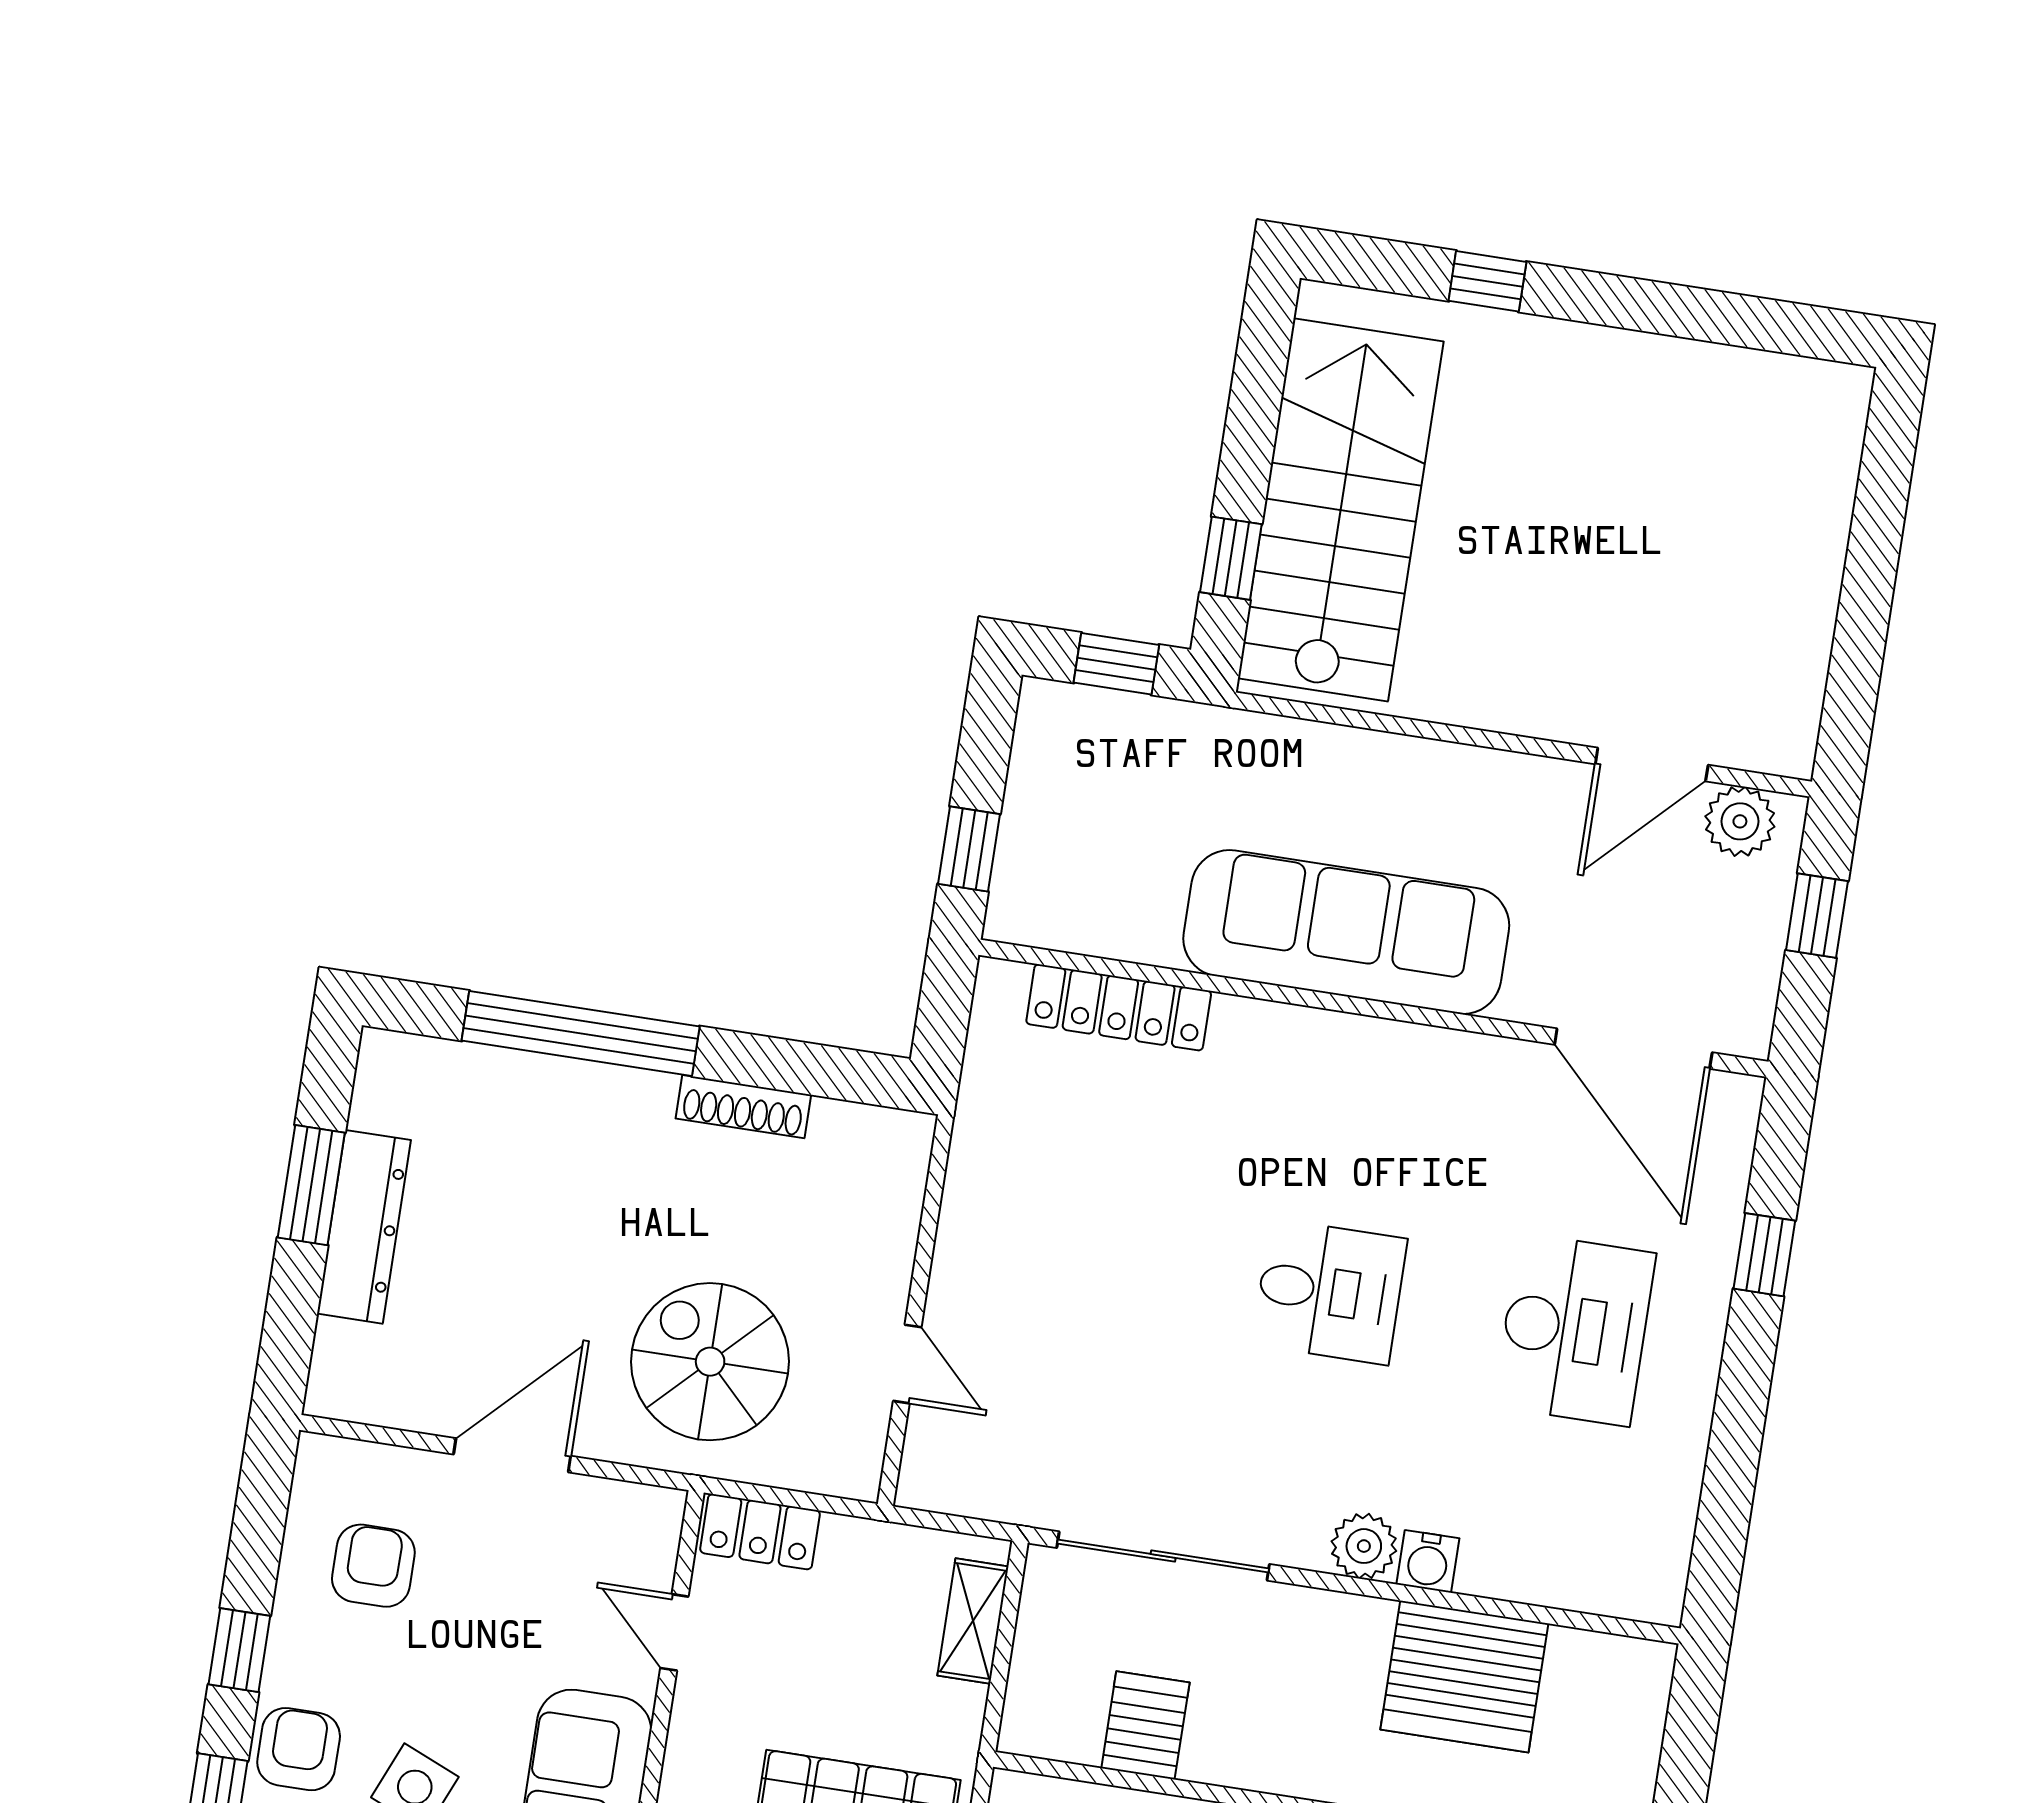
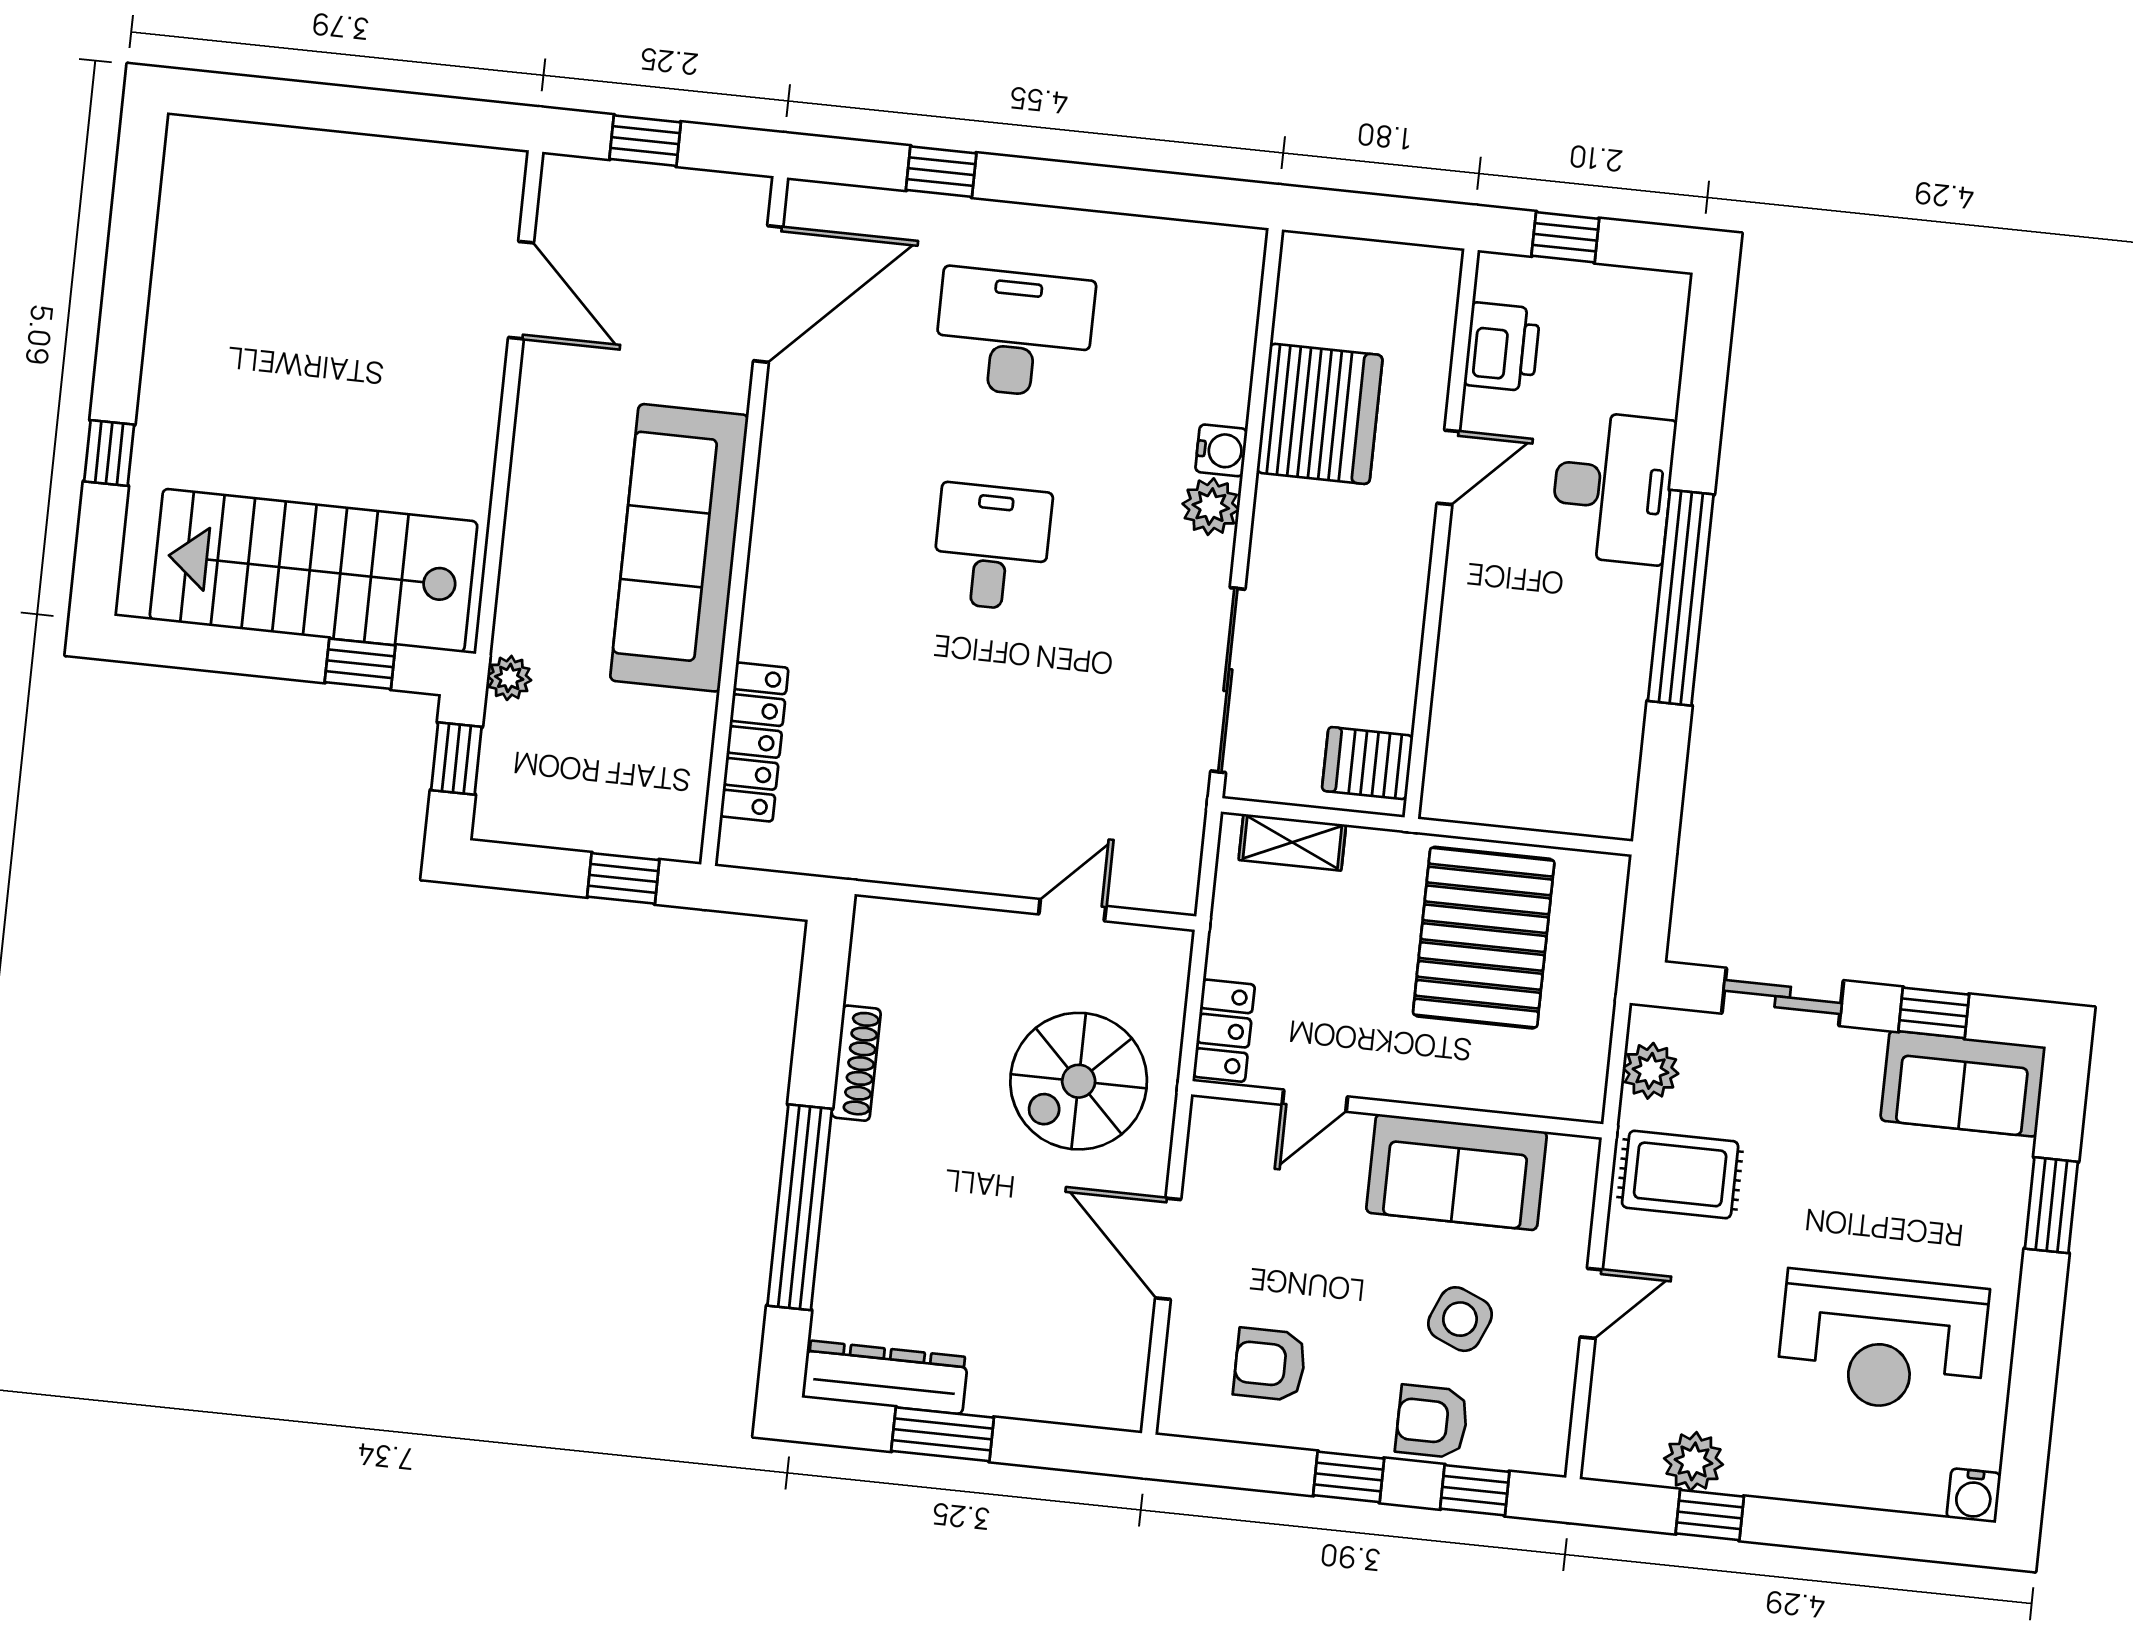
plant: (1740, 821) -> (509, 678), moved, width x0.73, depth x0.73
dresser: (364, 1227) -> (885, 1377), moved
server rack: (1145, 1725) -> (1368, 763), moved

